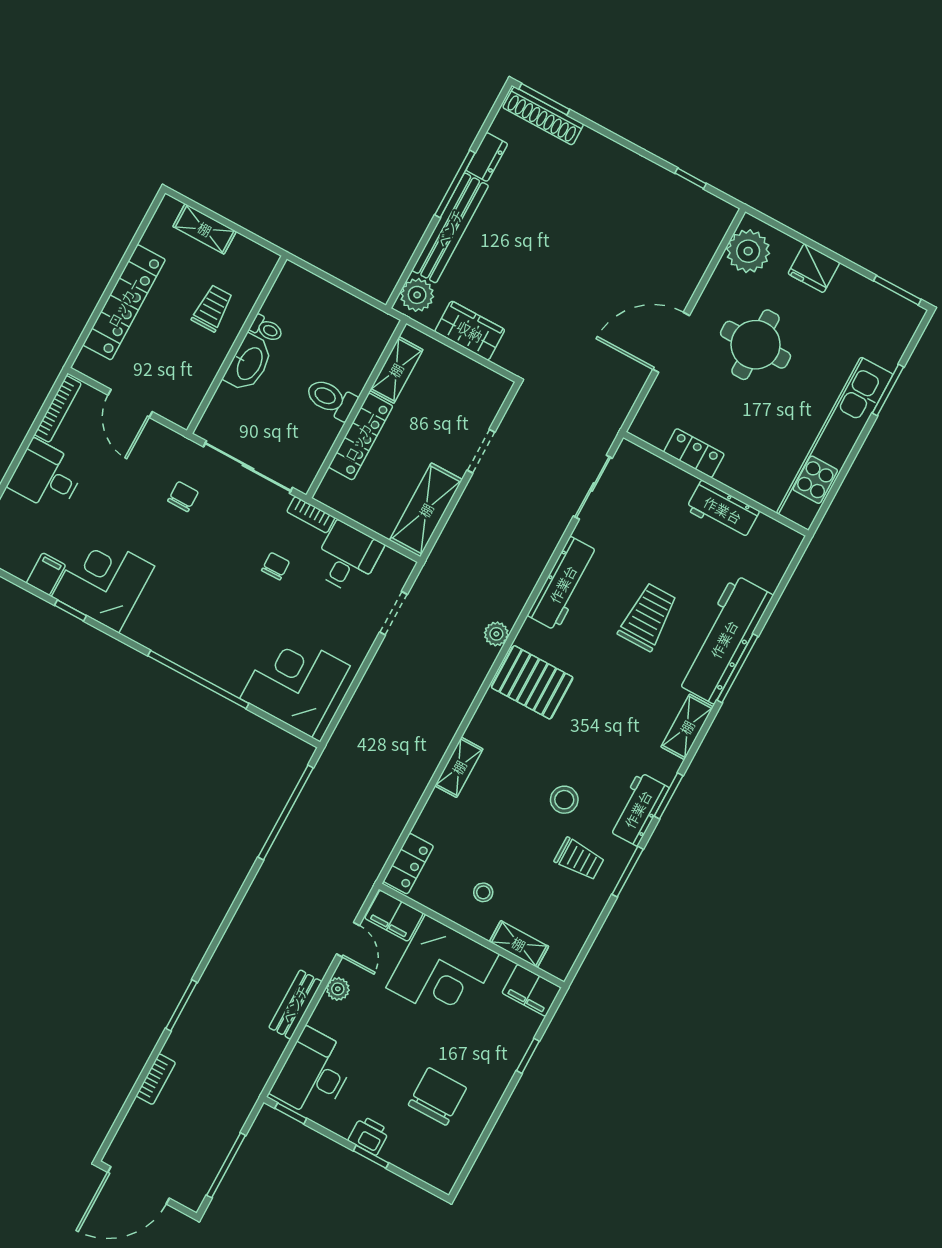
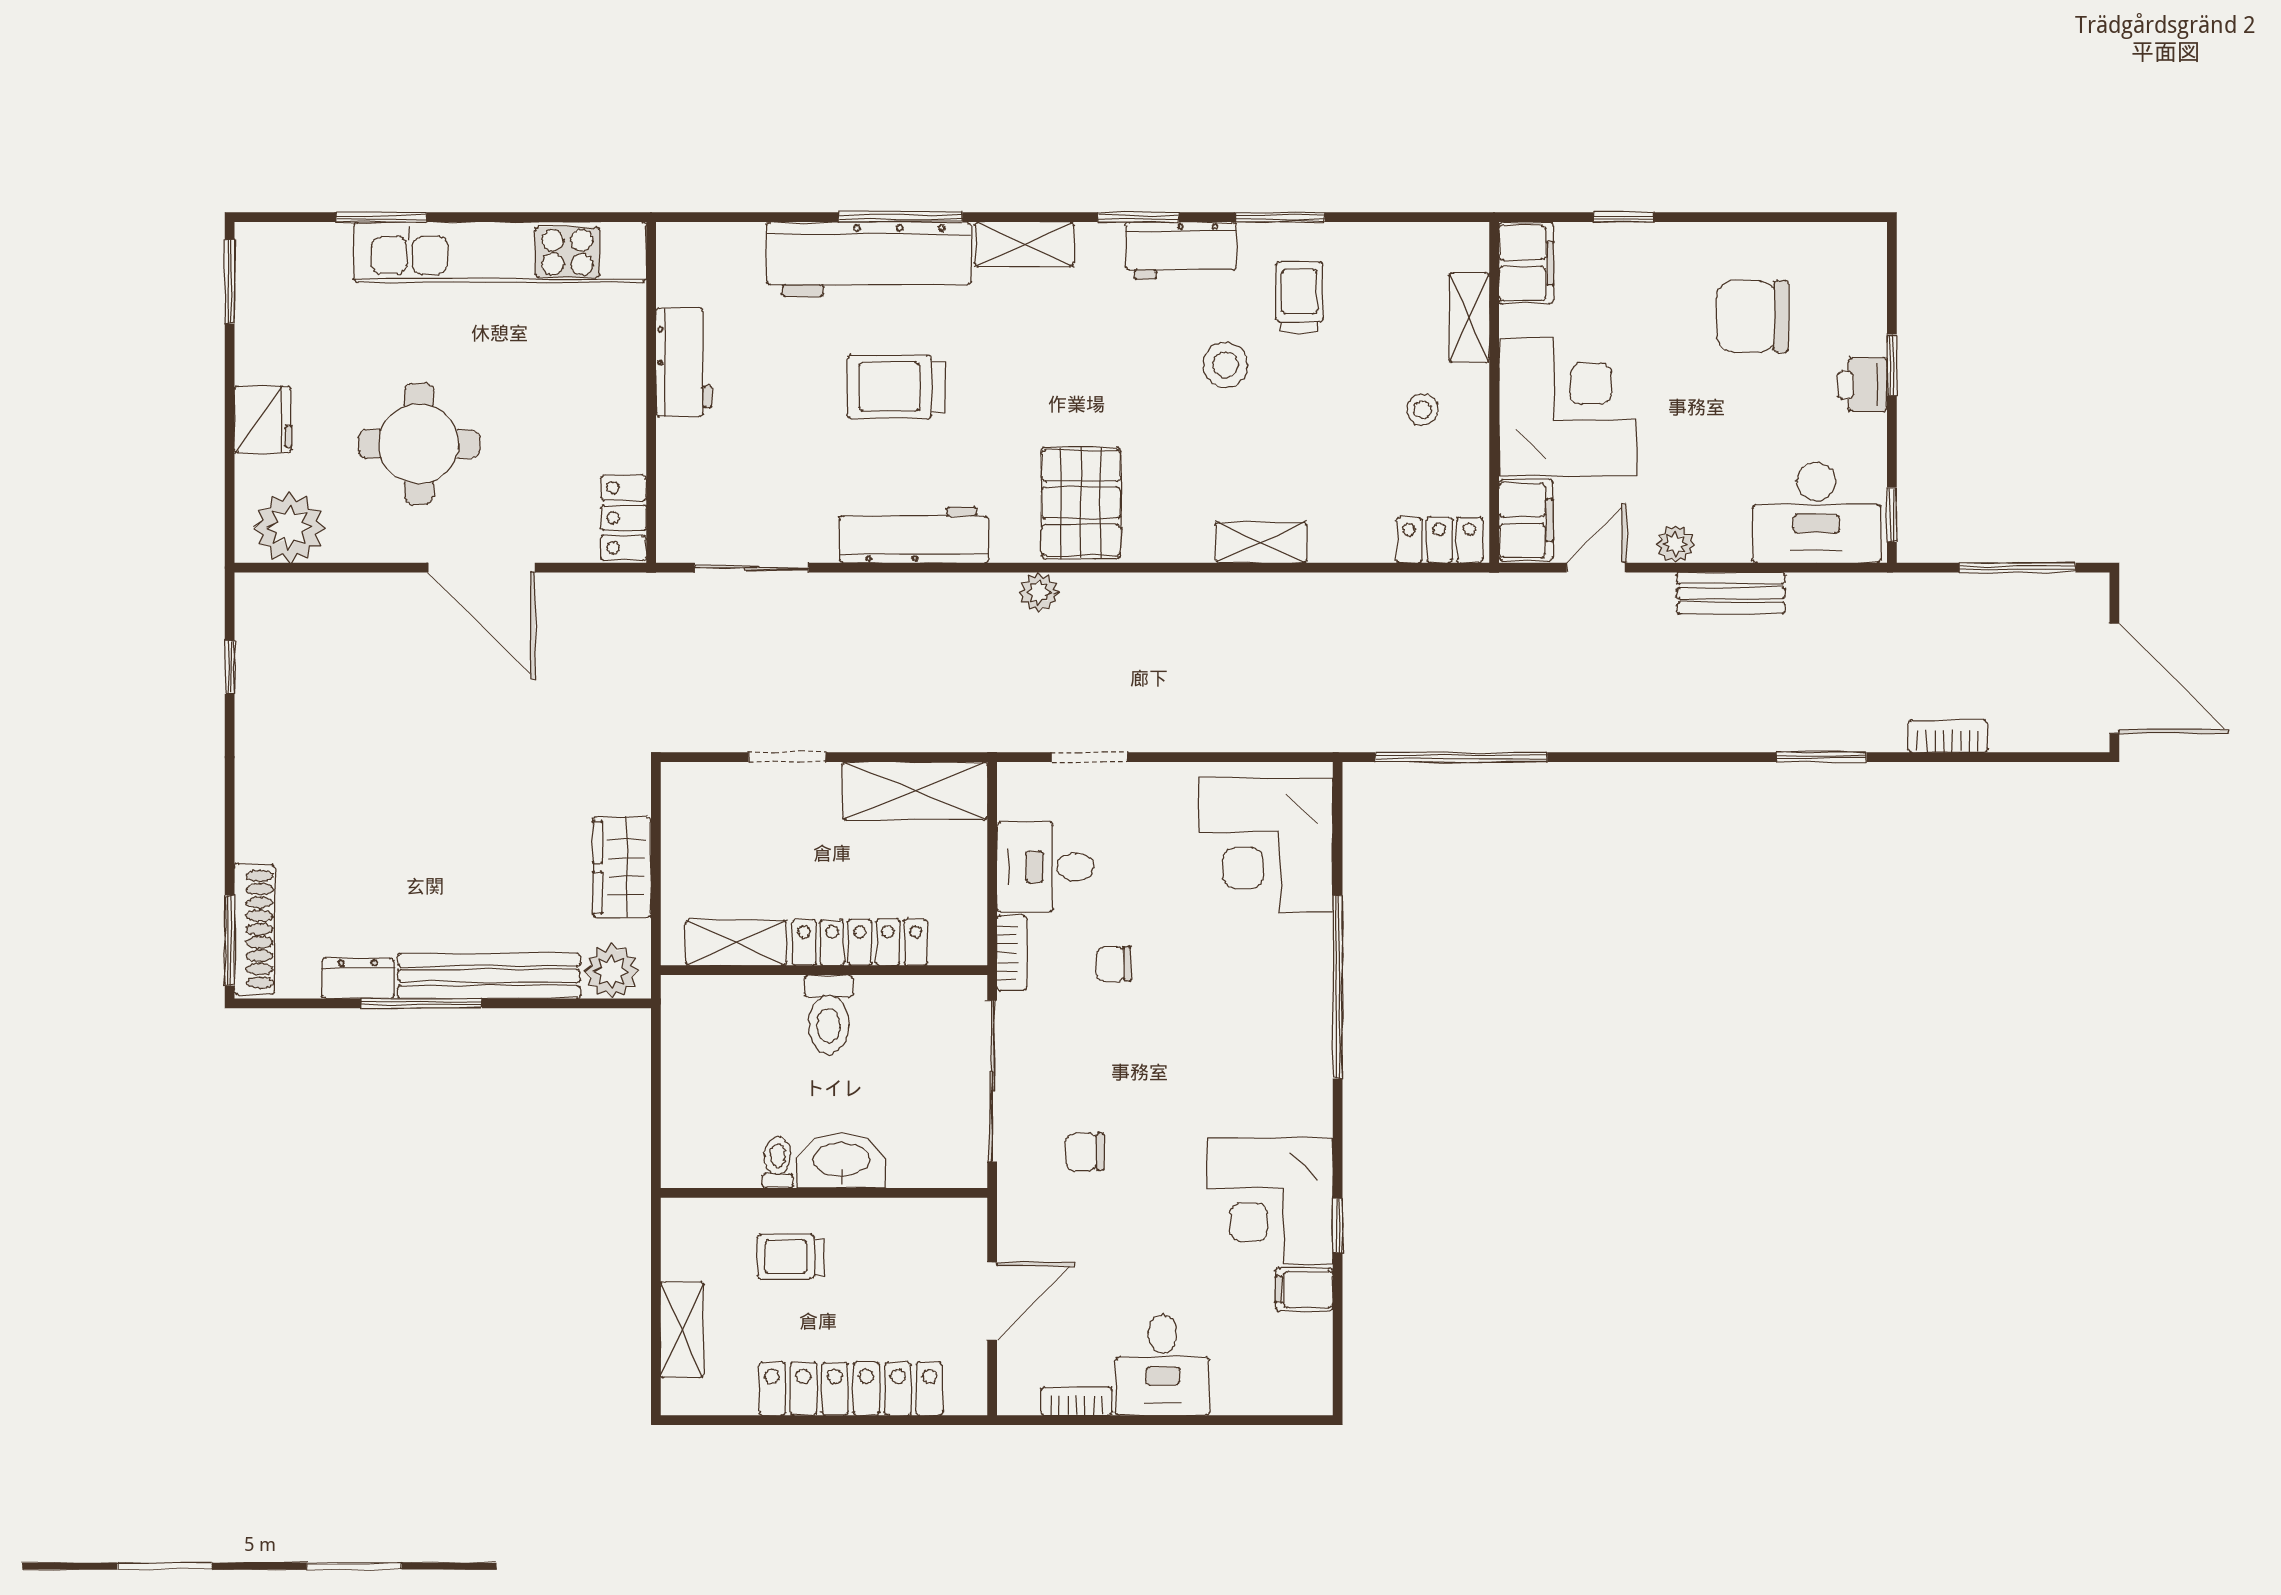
bookcase: (58, 409) -> (1077, 1401), width x0.64
locker: (694, 453) -> (624, 518), moved

